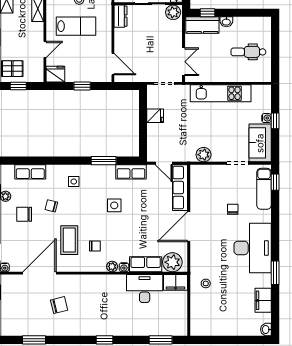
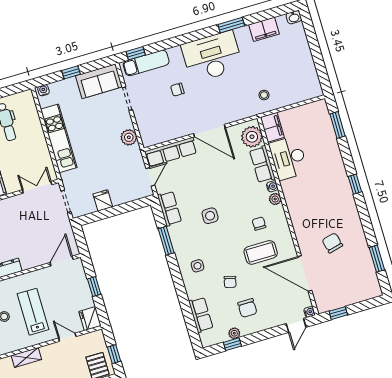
water cooler: (267, 118) -> (43, 90), moved

